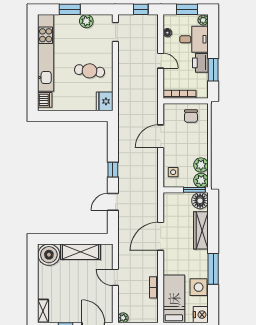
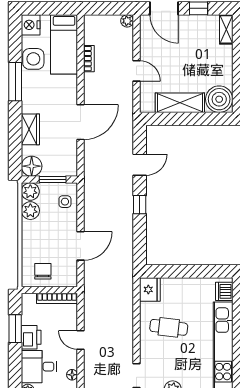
window: (194, 190) -> (53, 180), moved
wardrobe: (201, 230) -> (30, 129), width x0.67

